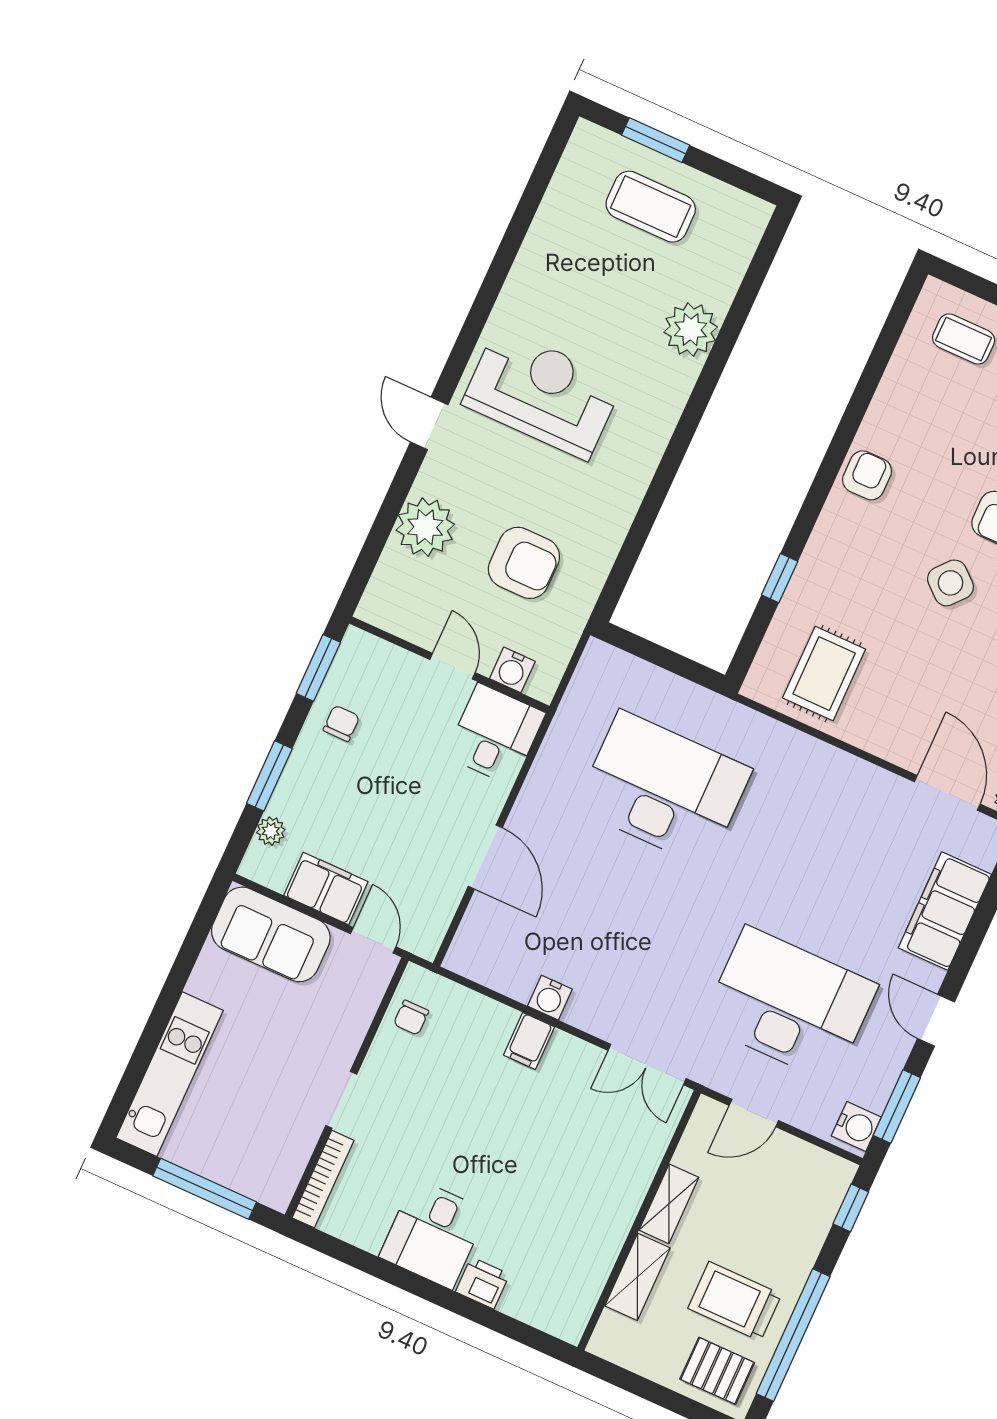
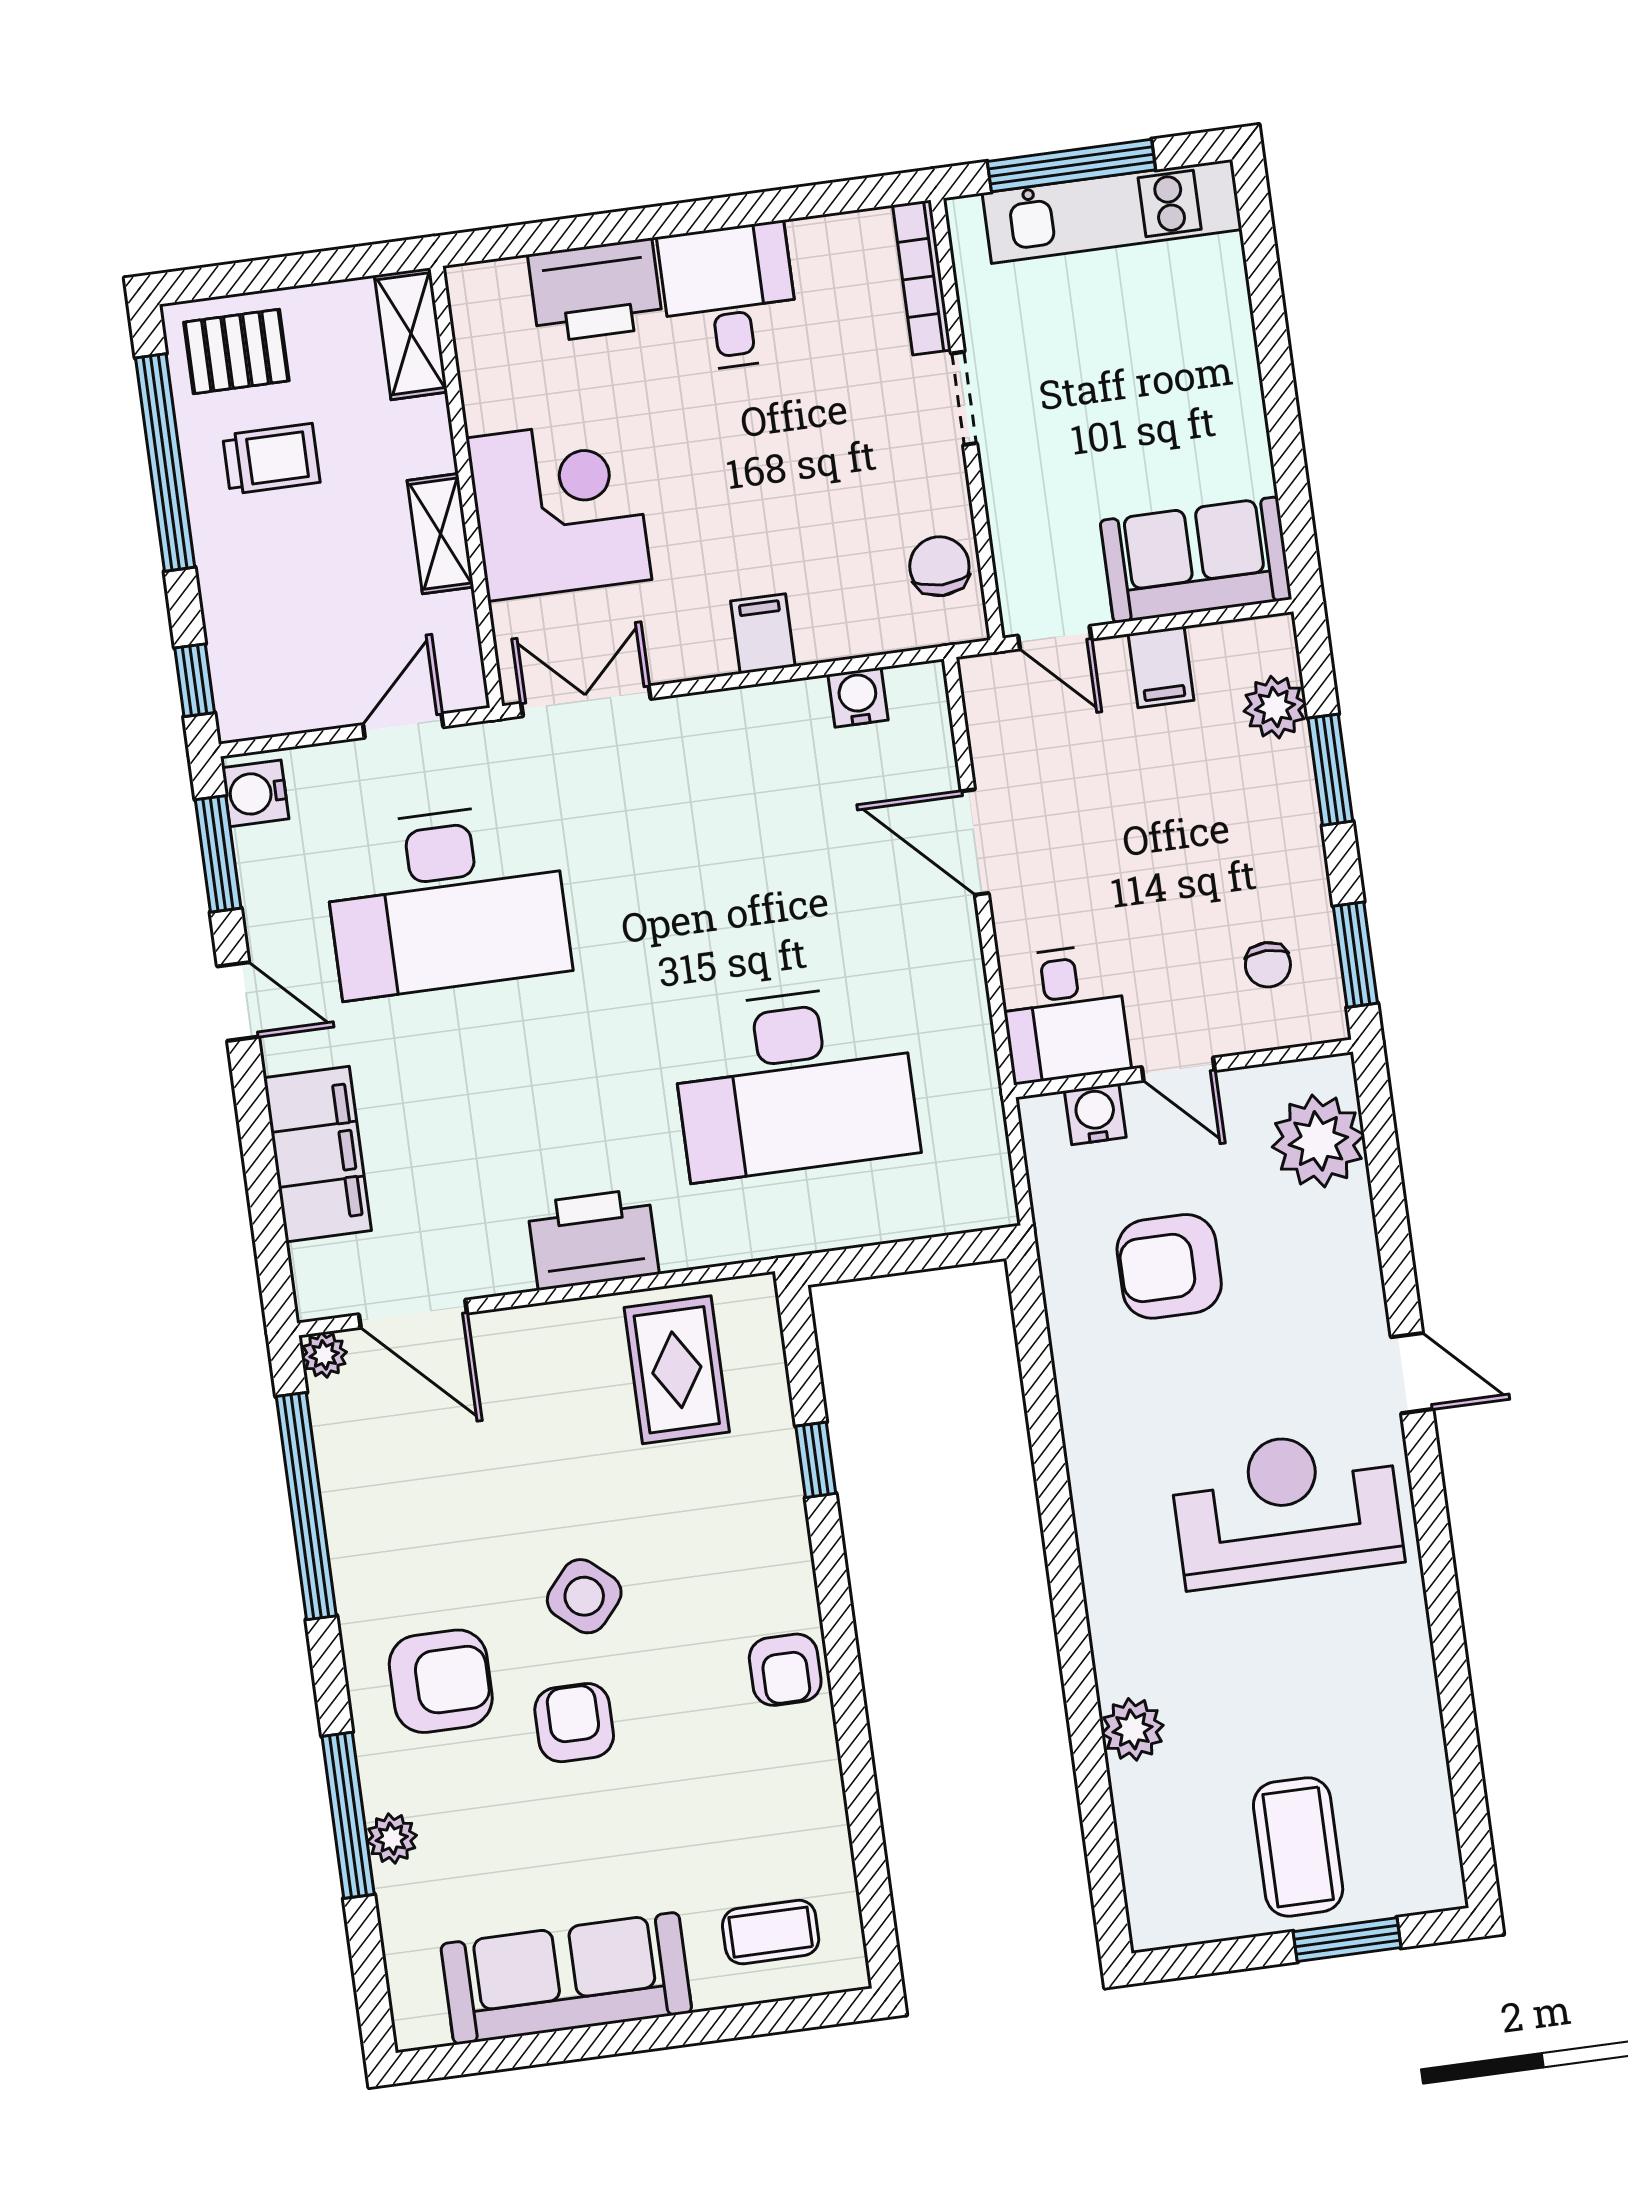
coffee table: (651, 207) -> (1298, 1847), turned 90
plant: (691, 329) -> (1132, 1729), width x0.73, depth x0.73
reception desk: (542, 393) -> (1287, 1508), turned 180
plant: (425, 527) -> (1318, 1141), moved
chair: (341, 723) -> (1268, 965), moved
printer: (825, 772) -> (593, 1239), added
plant: (271, 831) -> (1275, 707), width x1.38, depth x1.38
filing cabinet: (326, 888) -> (1161, 667), width x0.50
water cooler: (550, 998) -> (858, 697), moved
chair: (411, 1018) -> (939, 566), width x1.37, depth x1.37
kitchen unit: (170, 1074) -> (1112, 211), moved, turned -90
corner desk: (597, 1177) -> (559, 509), added
shelving: (637, 1277) -> (411, 334), moved
printer: (483, 1283) -> (595, 291), width x1.87, depth x1.48
trolley: (735, 1301) -> (271, 459), width x0.73, depth x0.72

